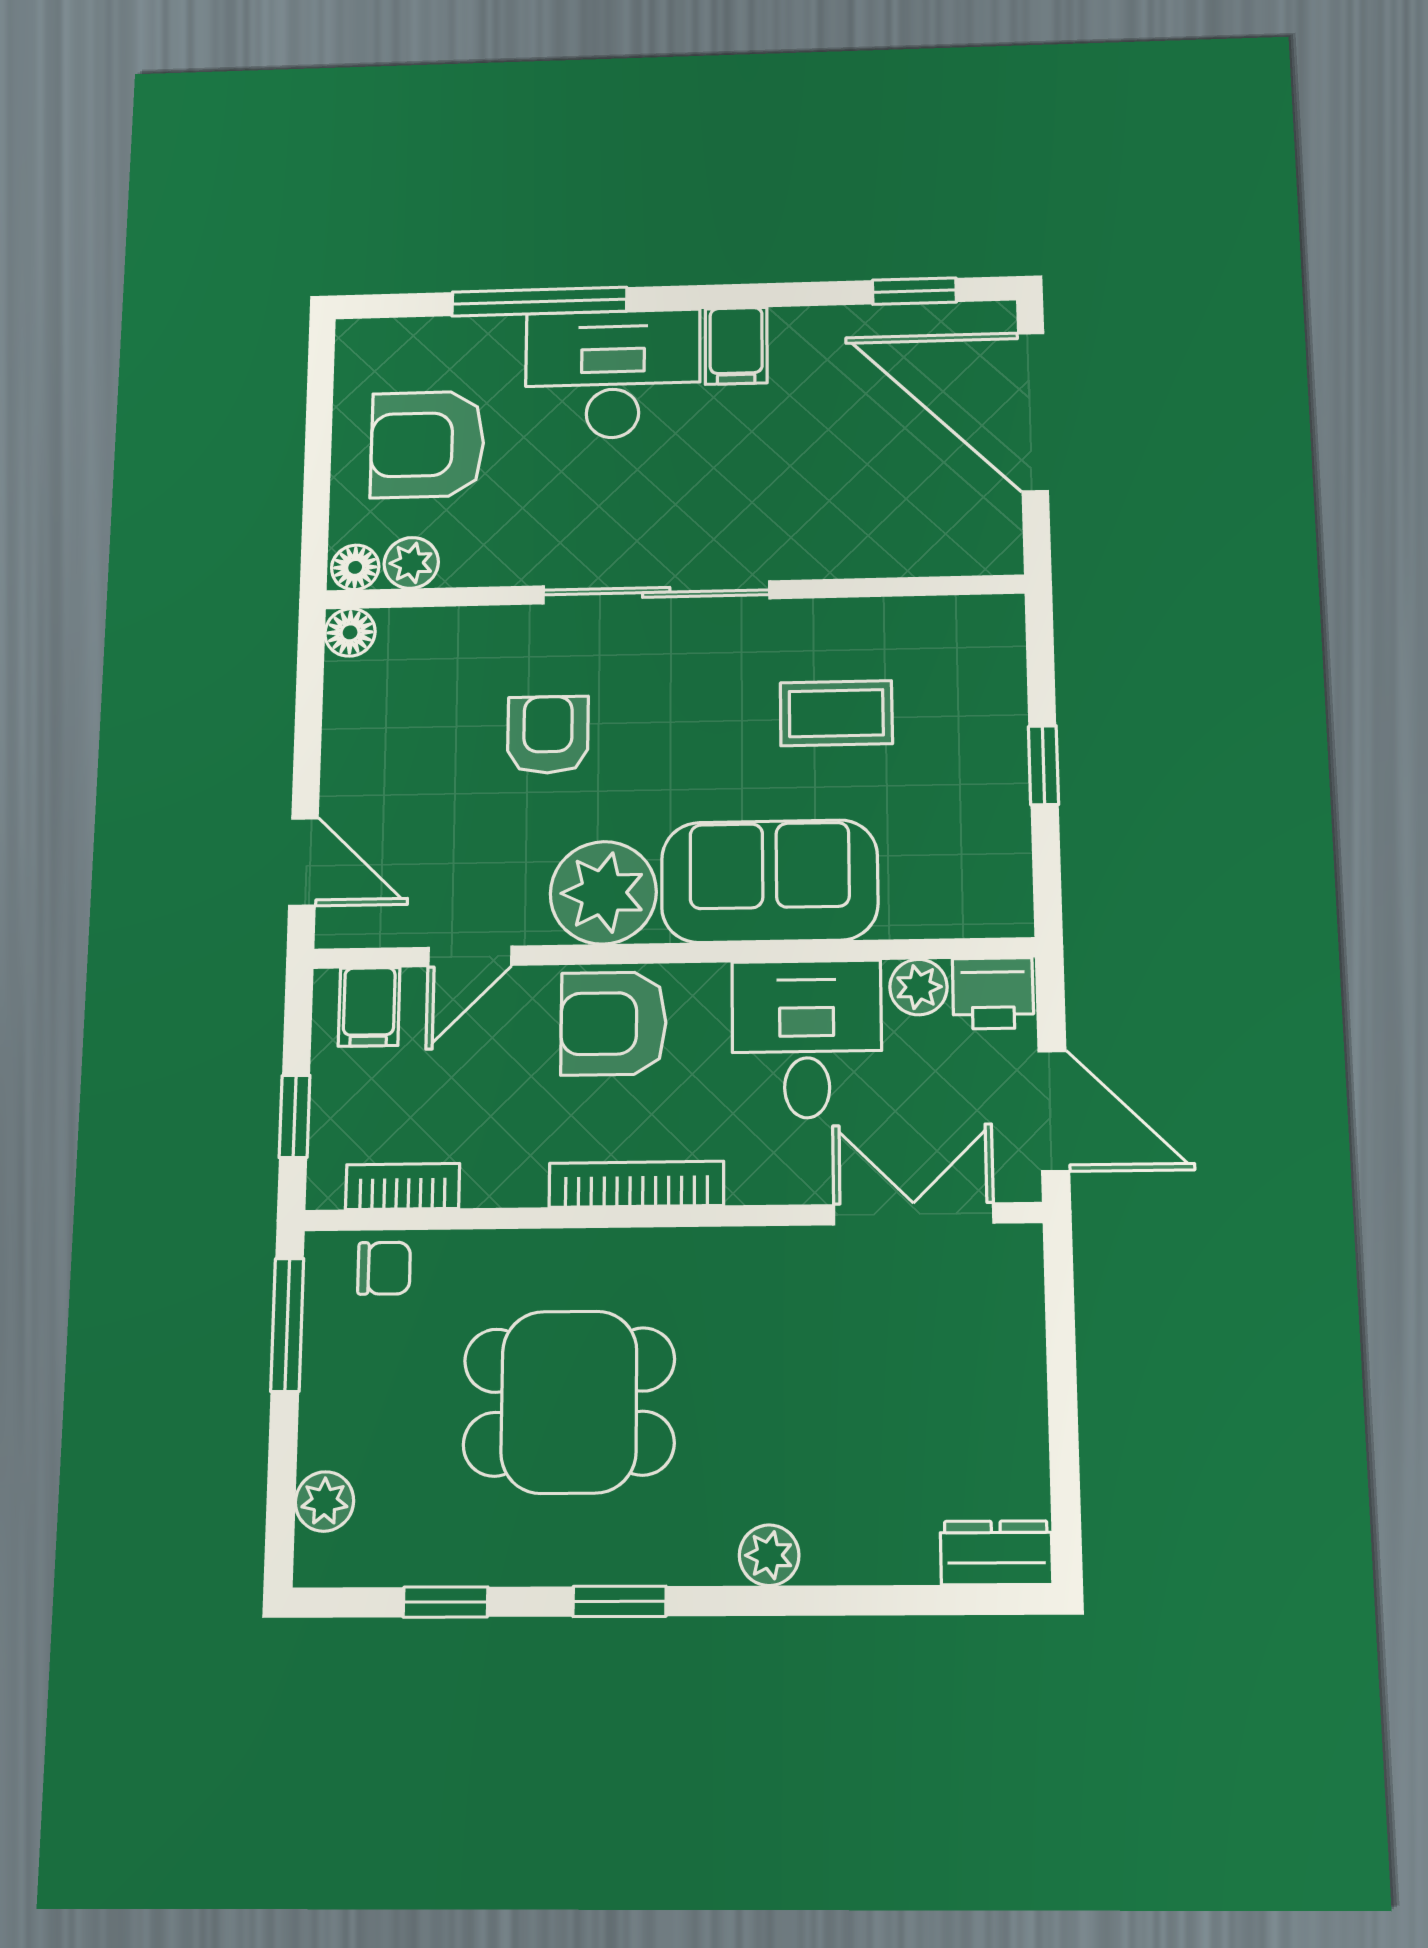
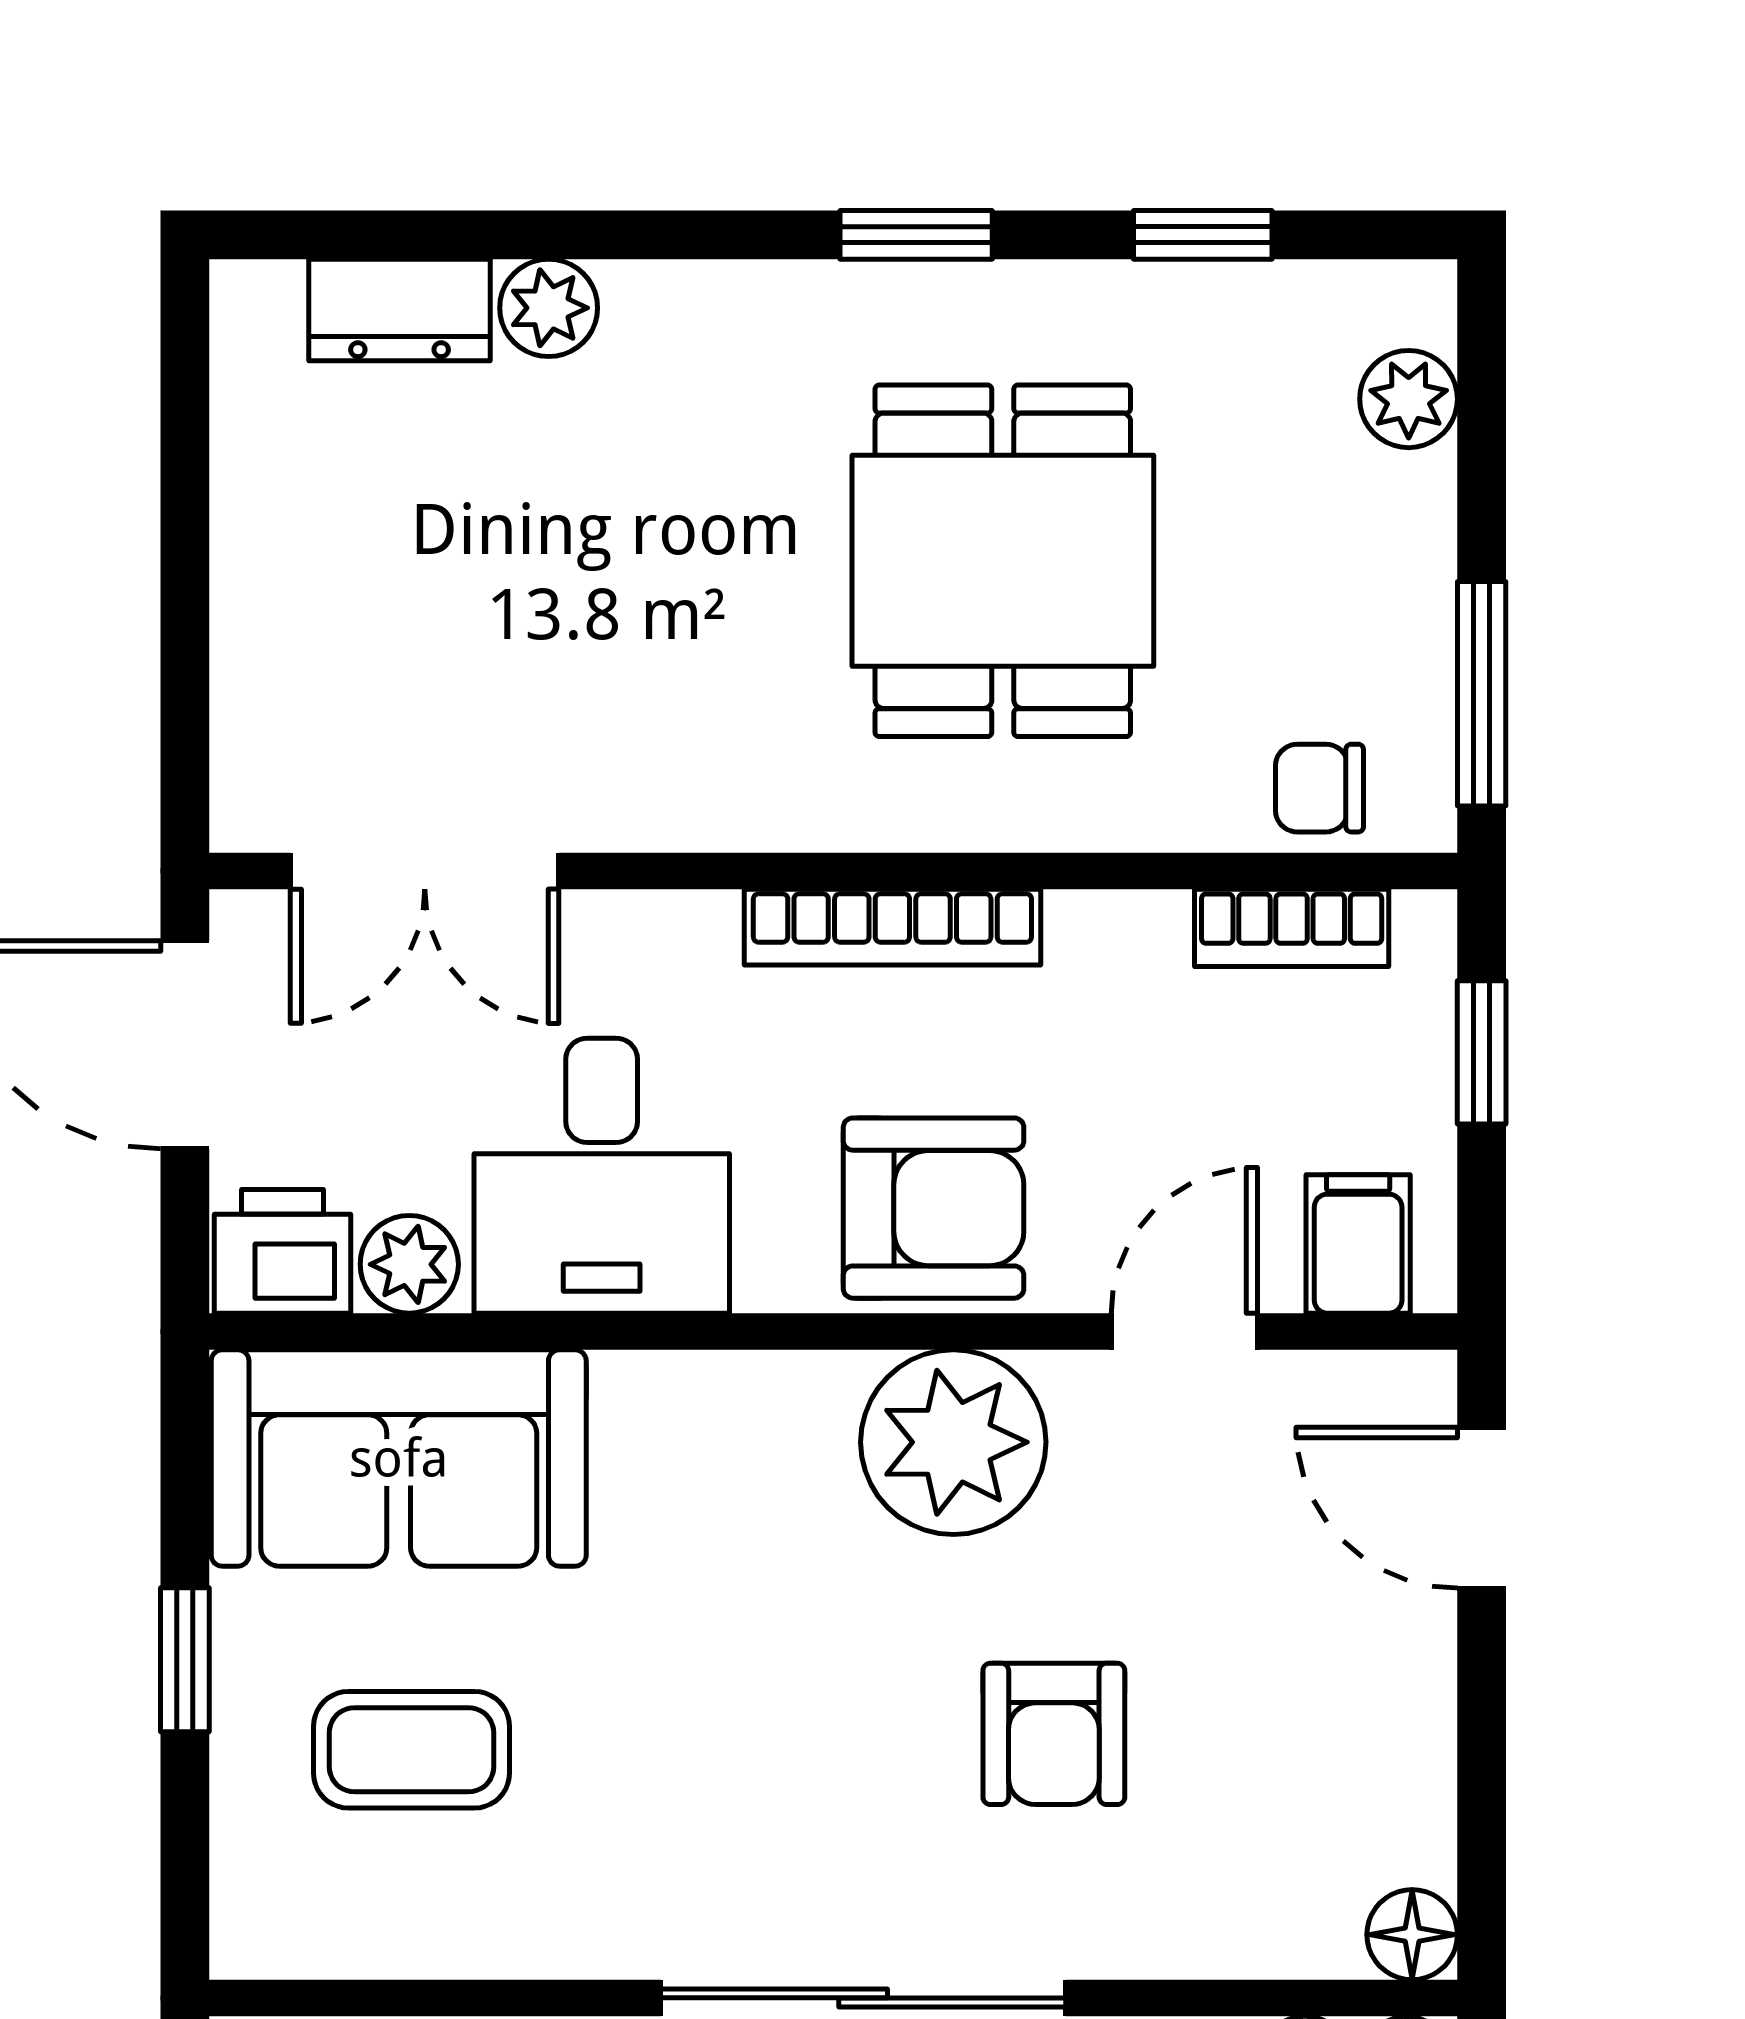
coffee table: (836, 713) -> (412, 1750), moved
sofa: (770, 881) -> (399, 1458), moved
dining table: (569, 1402) -> (1003, 561), turned 90
dresser: (996, 1553) -> (400, 310), moved
plant: (769, 1555) -> (549, 308), moved

